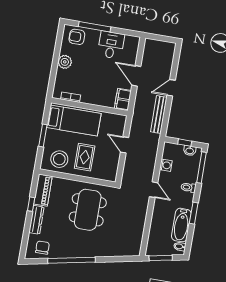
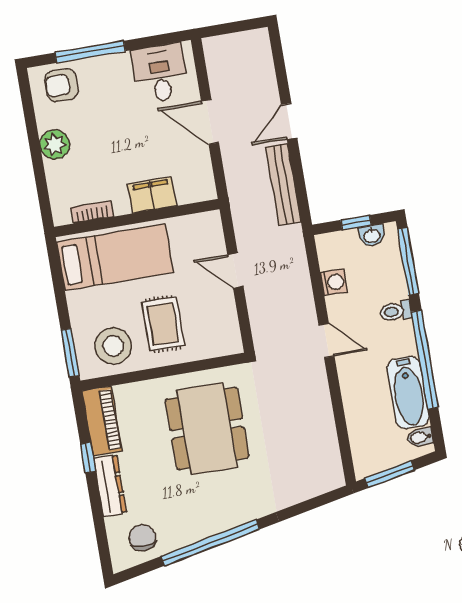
desk: (111, 45) -> (160, 73), moved
filing cabinet: (123, 99) -> (152, 195), moved, turned 90
window: (43, 135) -> (70, 353), moved
window: (194, 213) -> (425, 360), width x2.11

